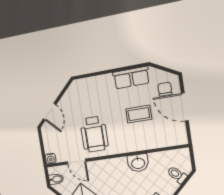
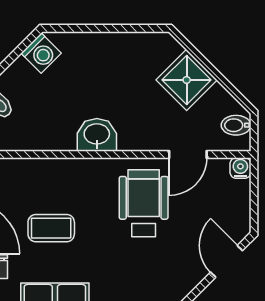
door: (77, 162) -> (188, 155), swing flipped
washbasin: (138, 163) -> (97, 135), moved

